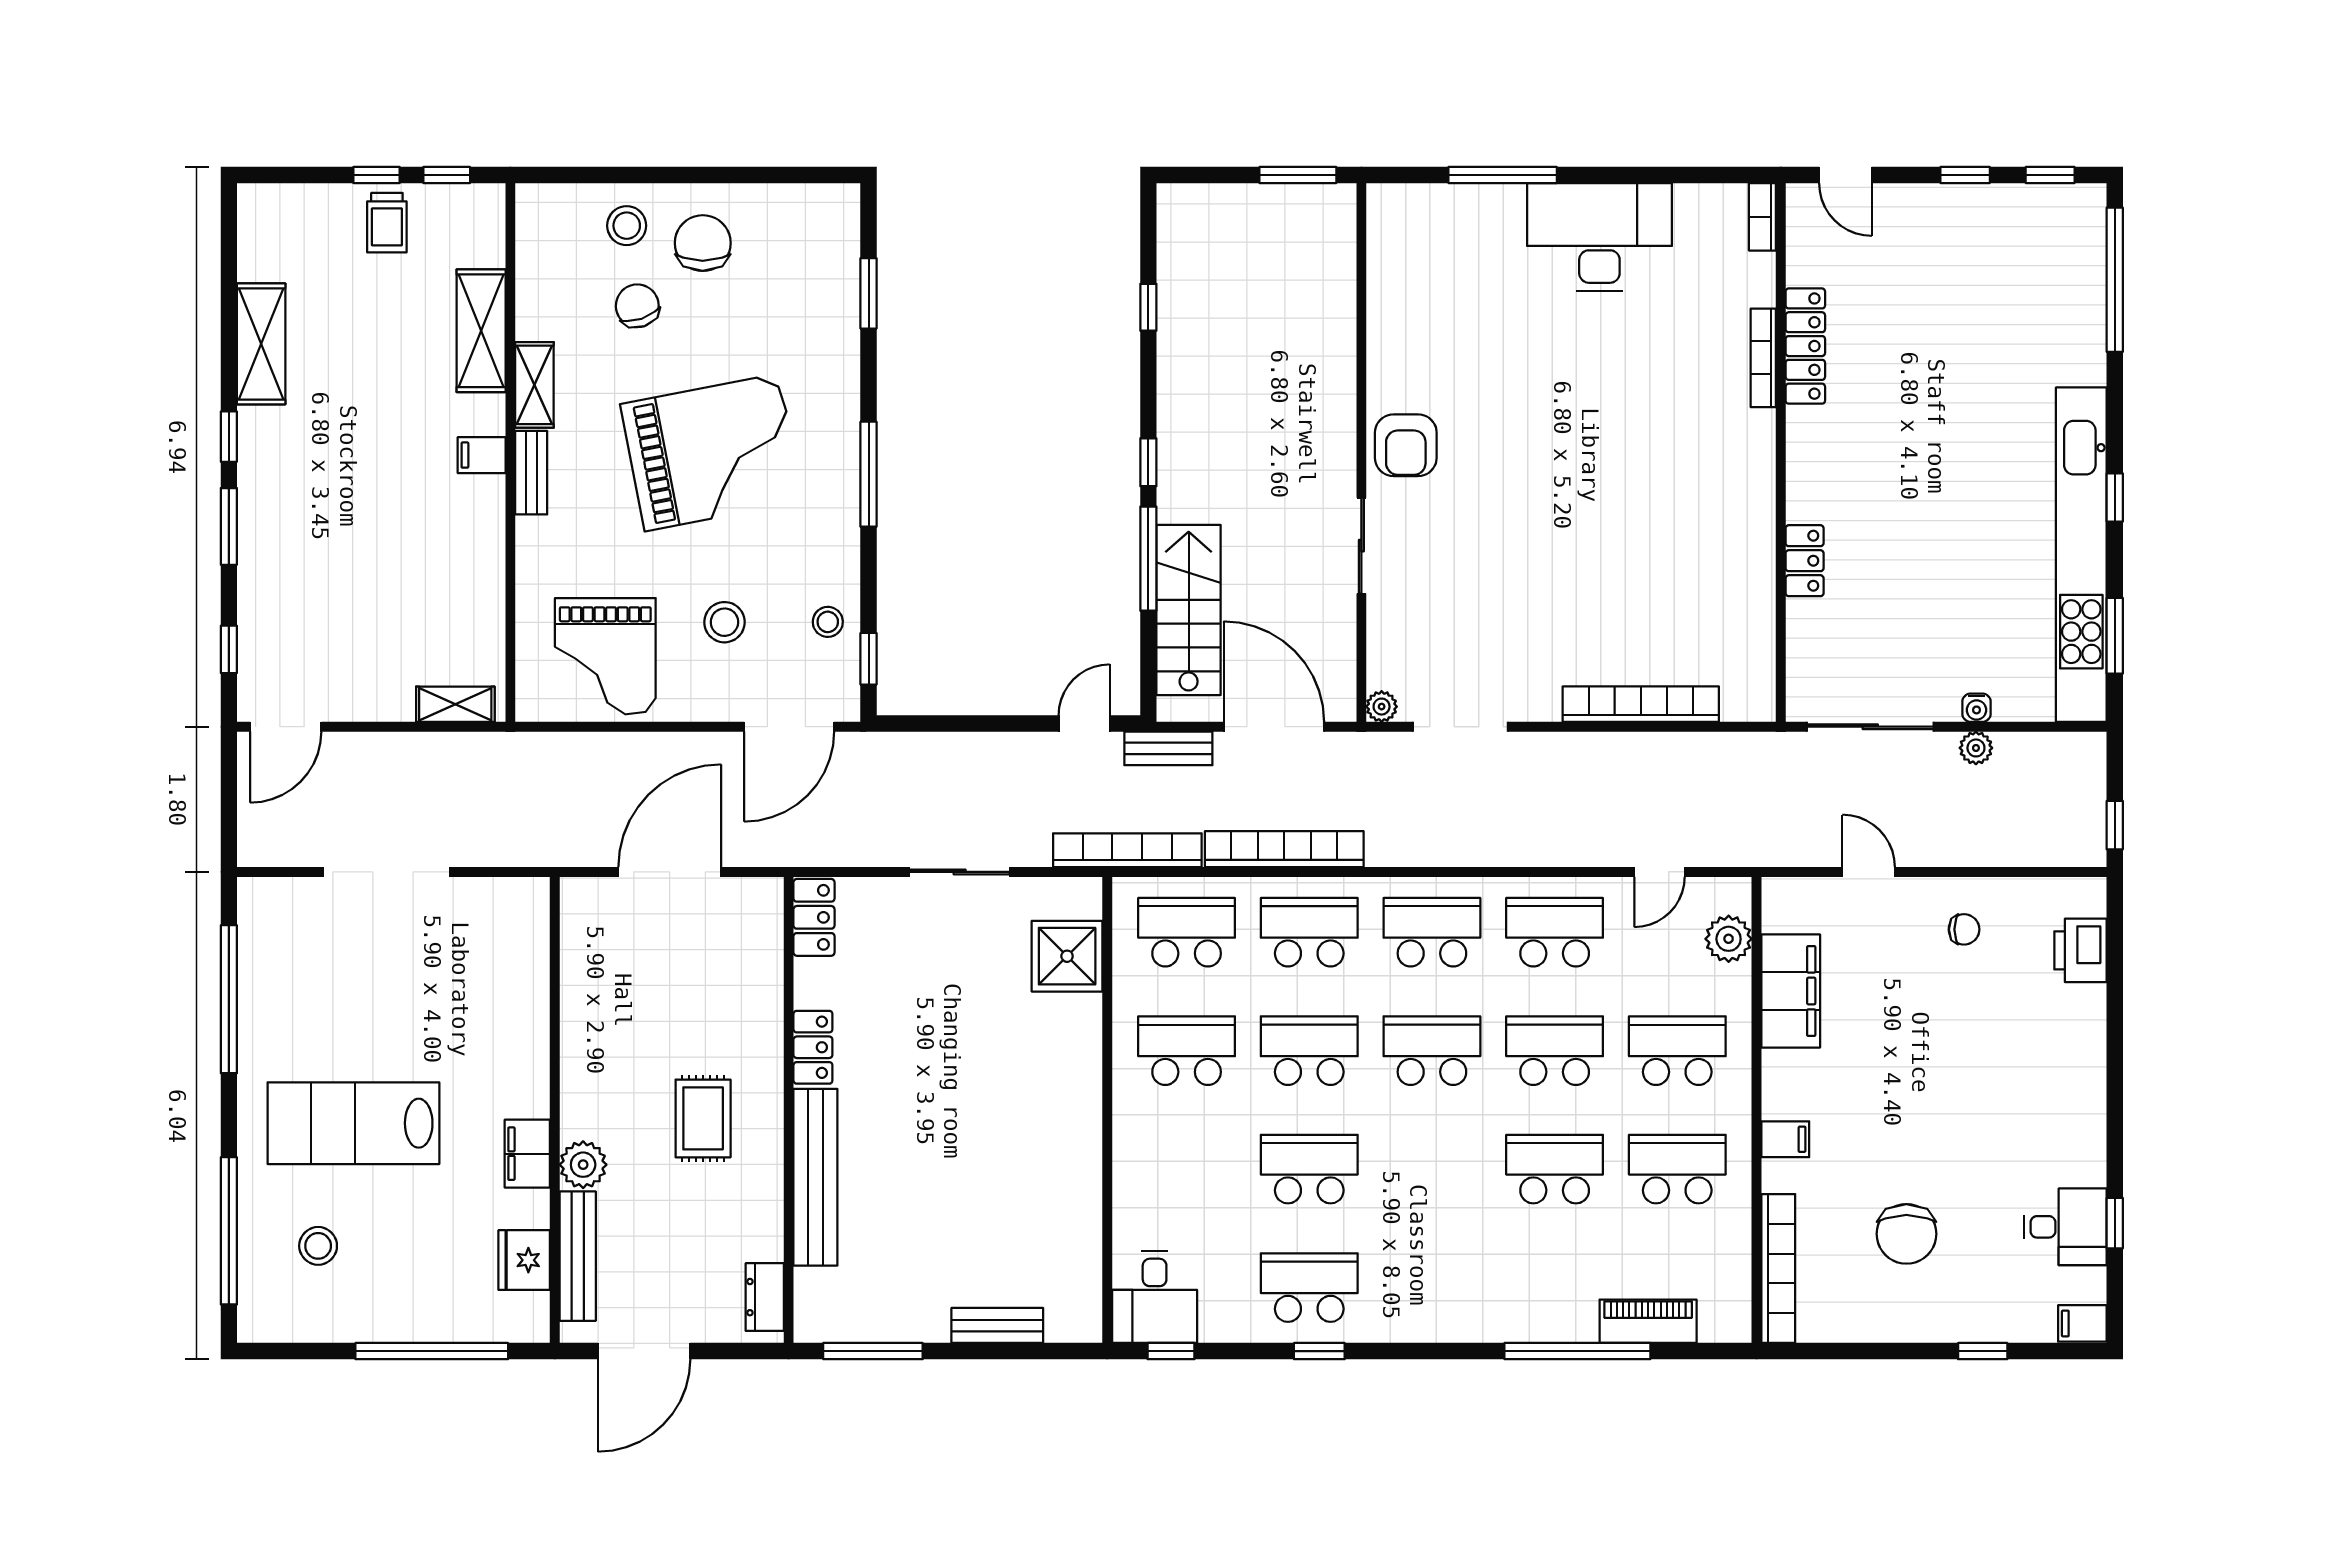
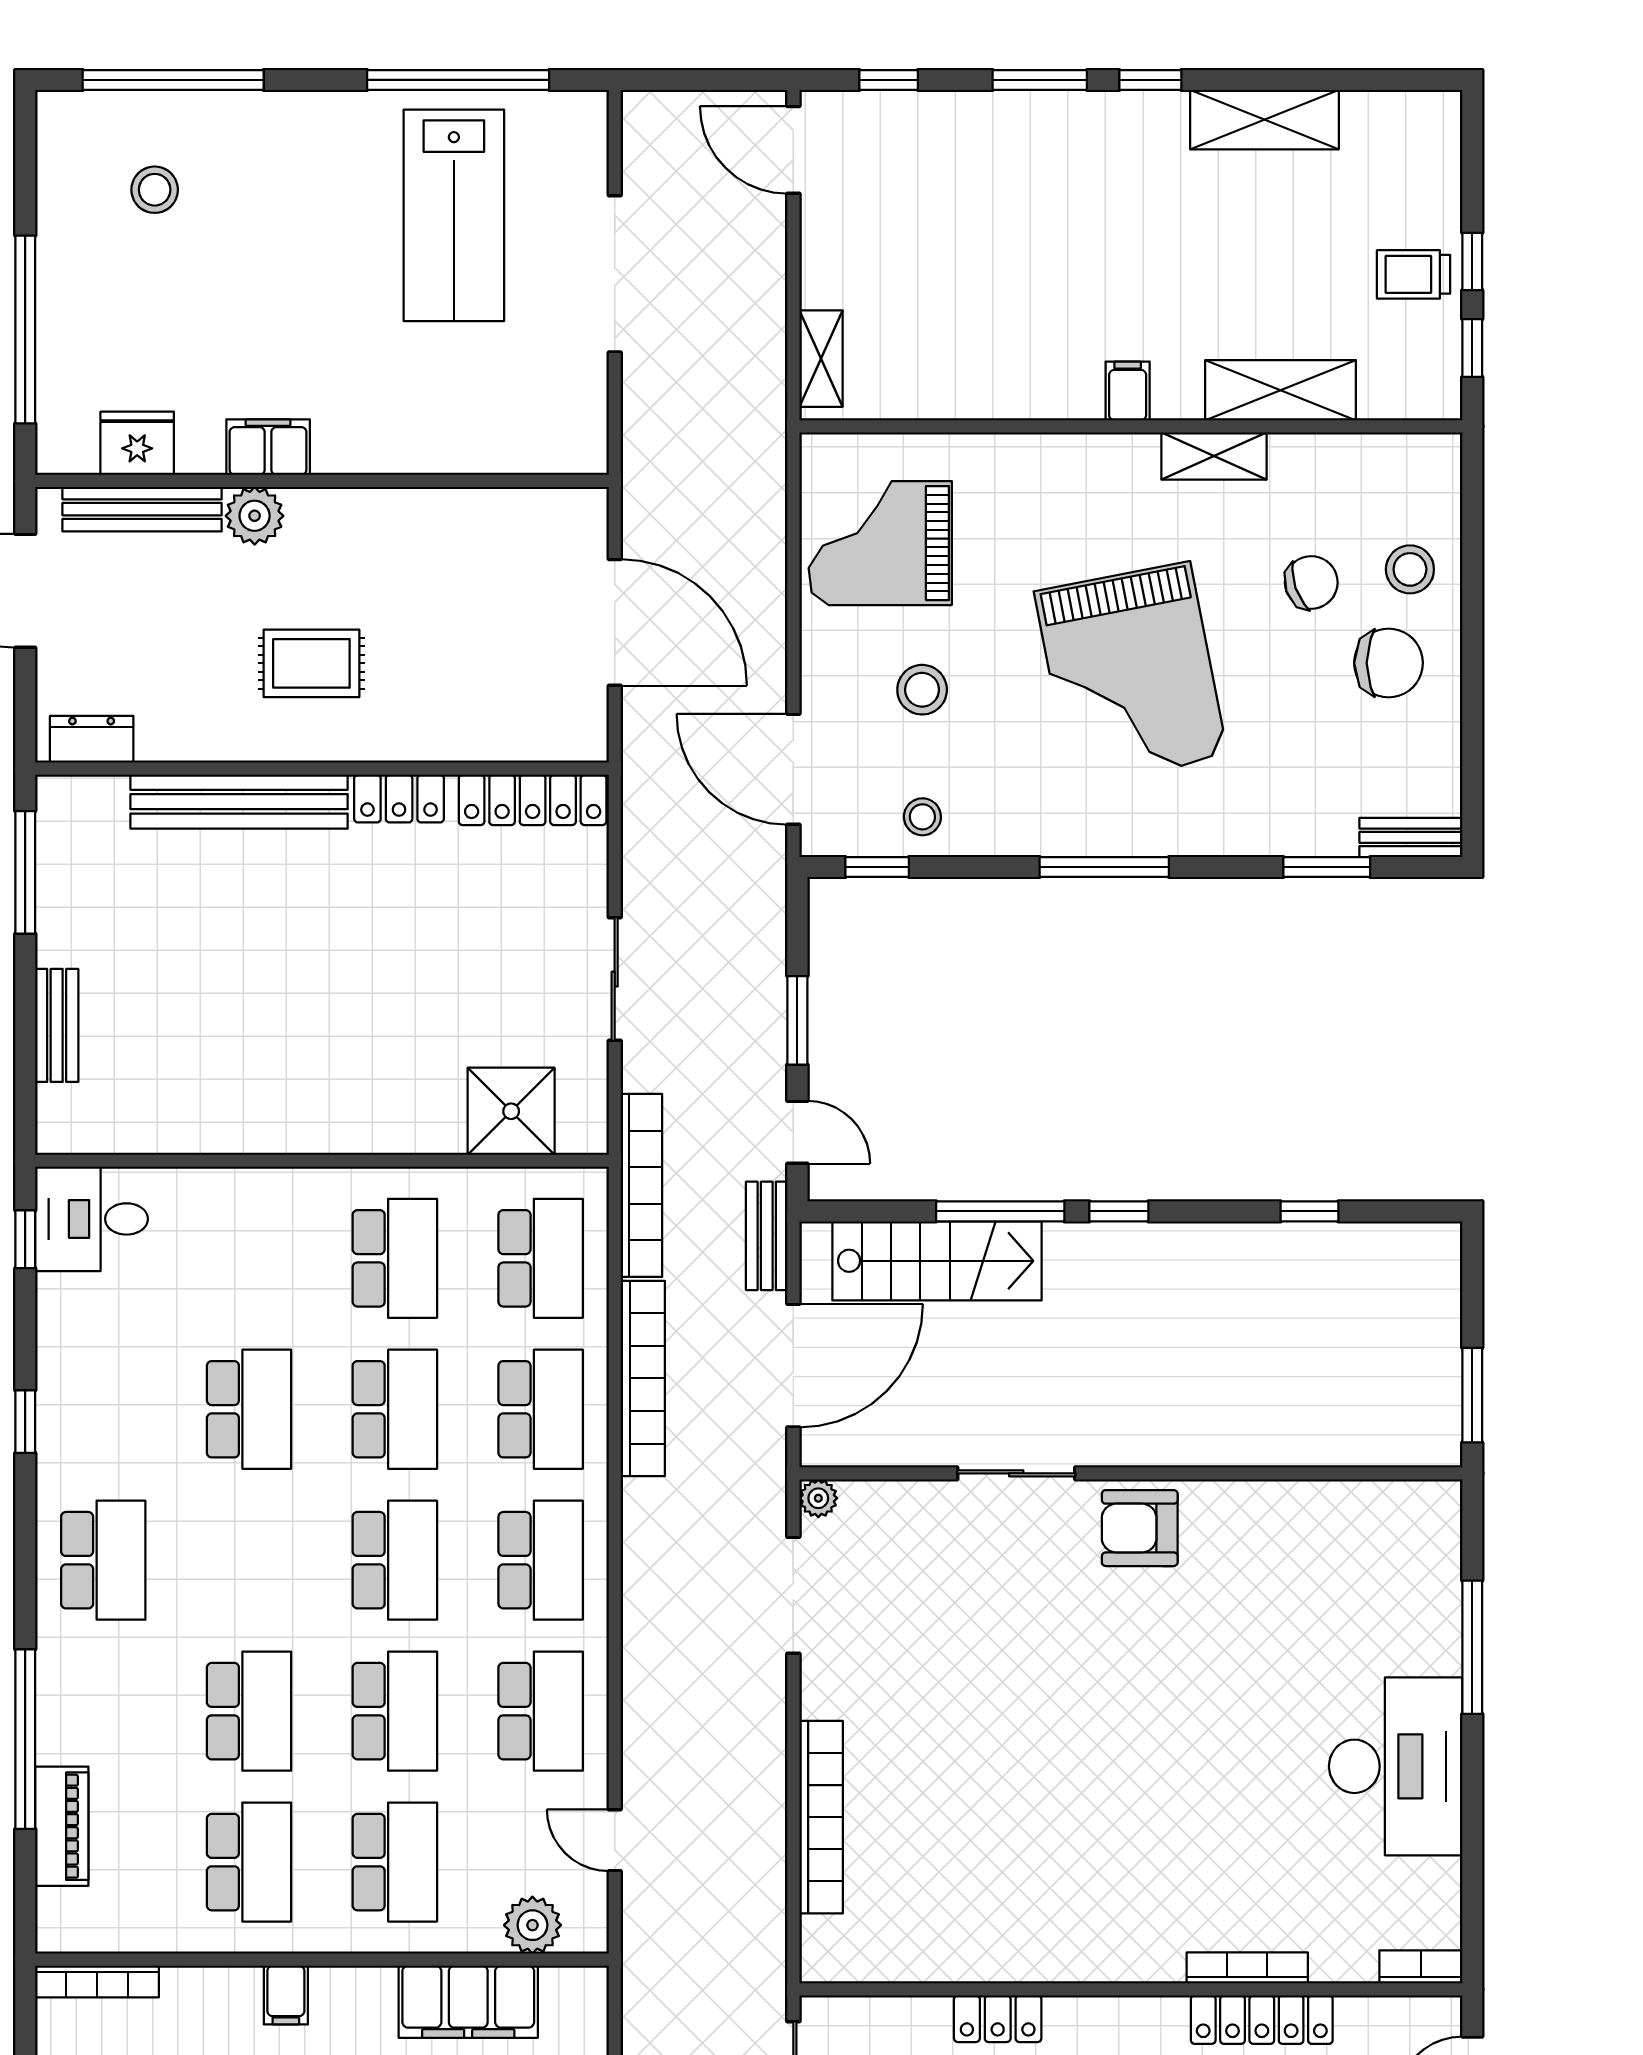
bench: (531, 473) -> (1411, 837), moved
window: (993, 724) -> (797, 1020), added
locker: (814, 917) -> (533, 800), width x1.53
lab bench: (353, 1123) -> (454, 215), moved, turned 180
bookcase: (1778, 1269) -> (97, 1981), width x0.68, depth x0.76
school desk: (1309, 1288) -> (103, 1560), moved

